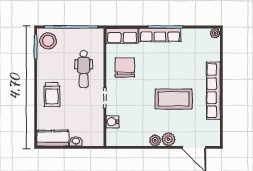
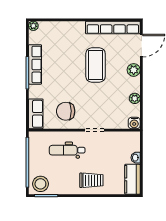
row of seats: (160, 35) -> (35, 64), moved
dental chair: (84, 69) -> (67, 150), turned 180
row of seats: (213, 91) -> (113, 28), moved
water cooler: (112, 122) -> (134, 123), moved
plant: (155, 140) -> (135, 98), moved

